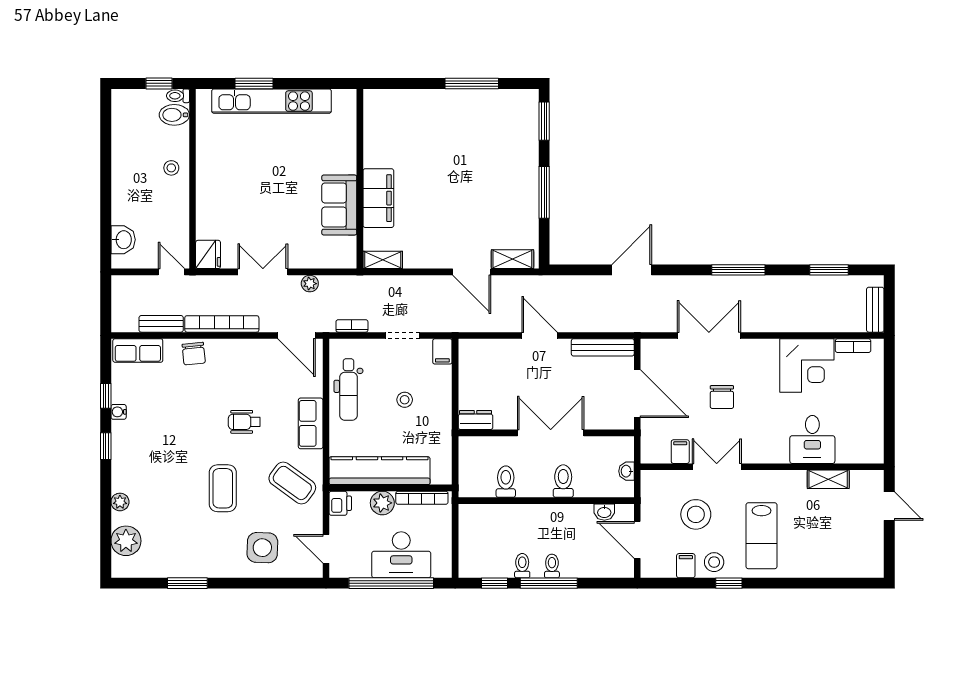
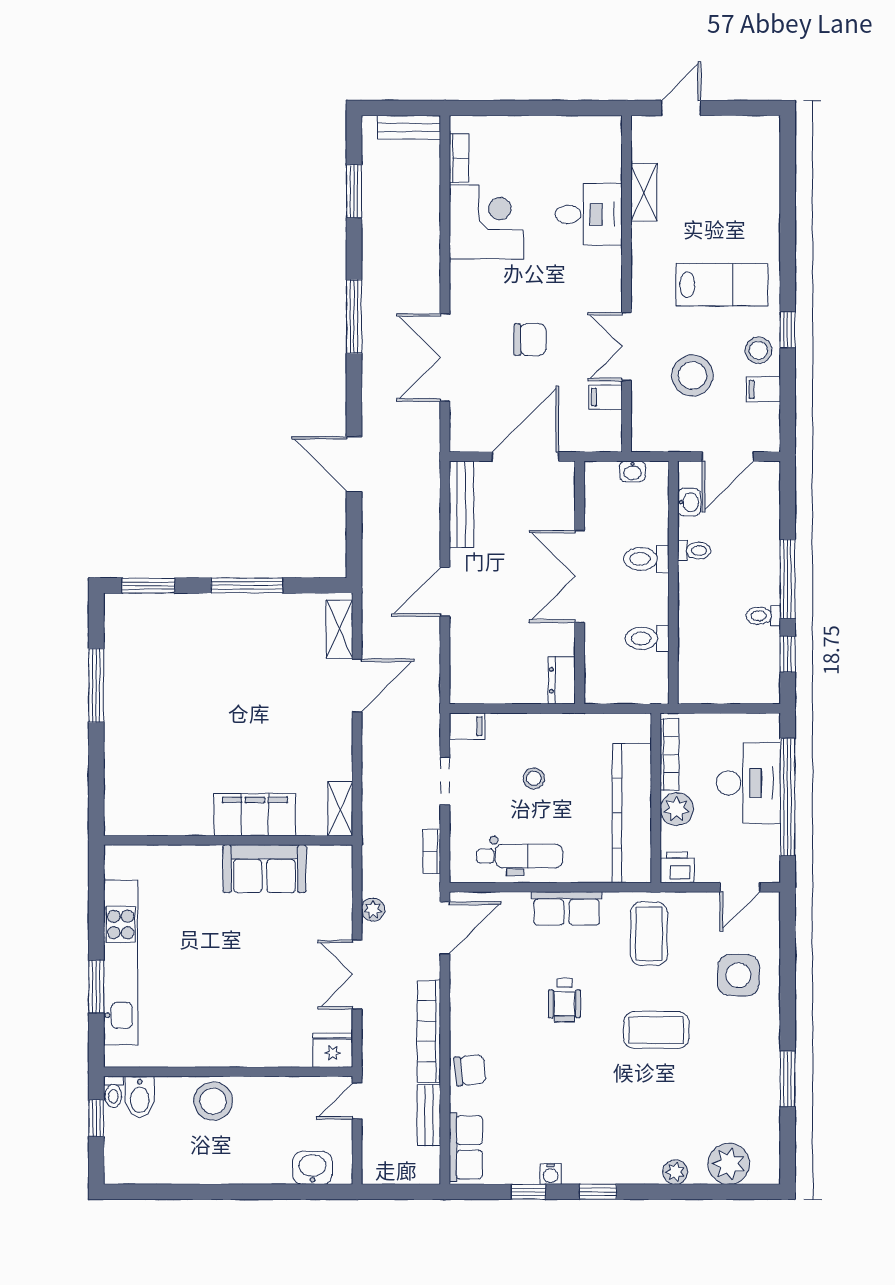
stool: (171, 168) -> (213, 1101), width x1.89, depth x1.89
coffee table: (292, 483) -> (649, 934), turned -36
toilet: (552, 566) -> (694, 551), moved, turned 180

